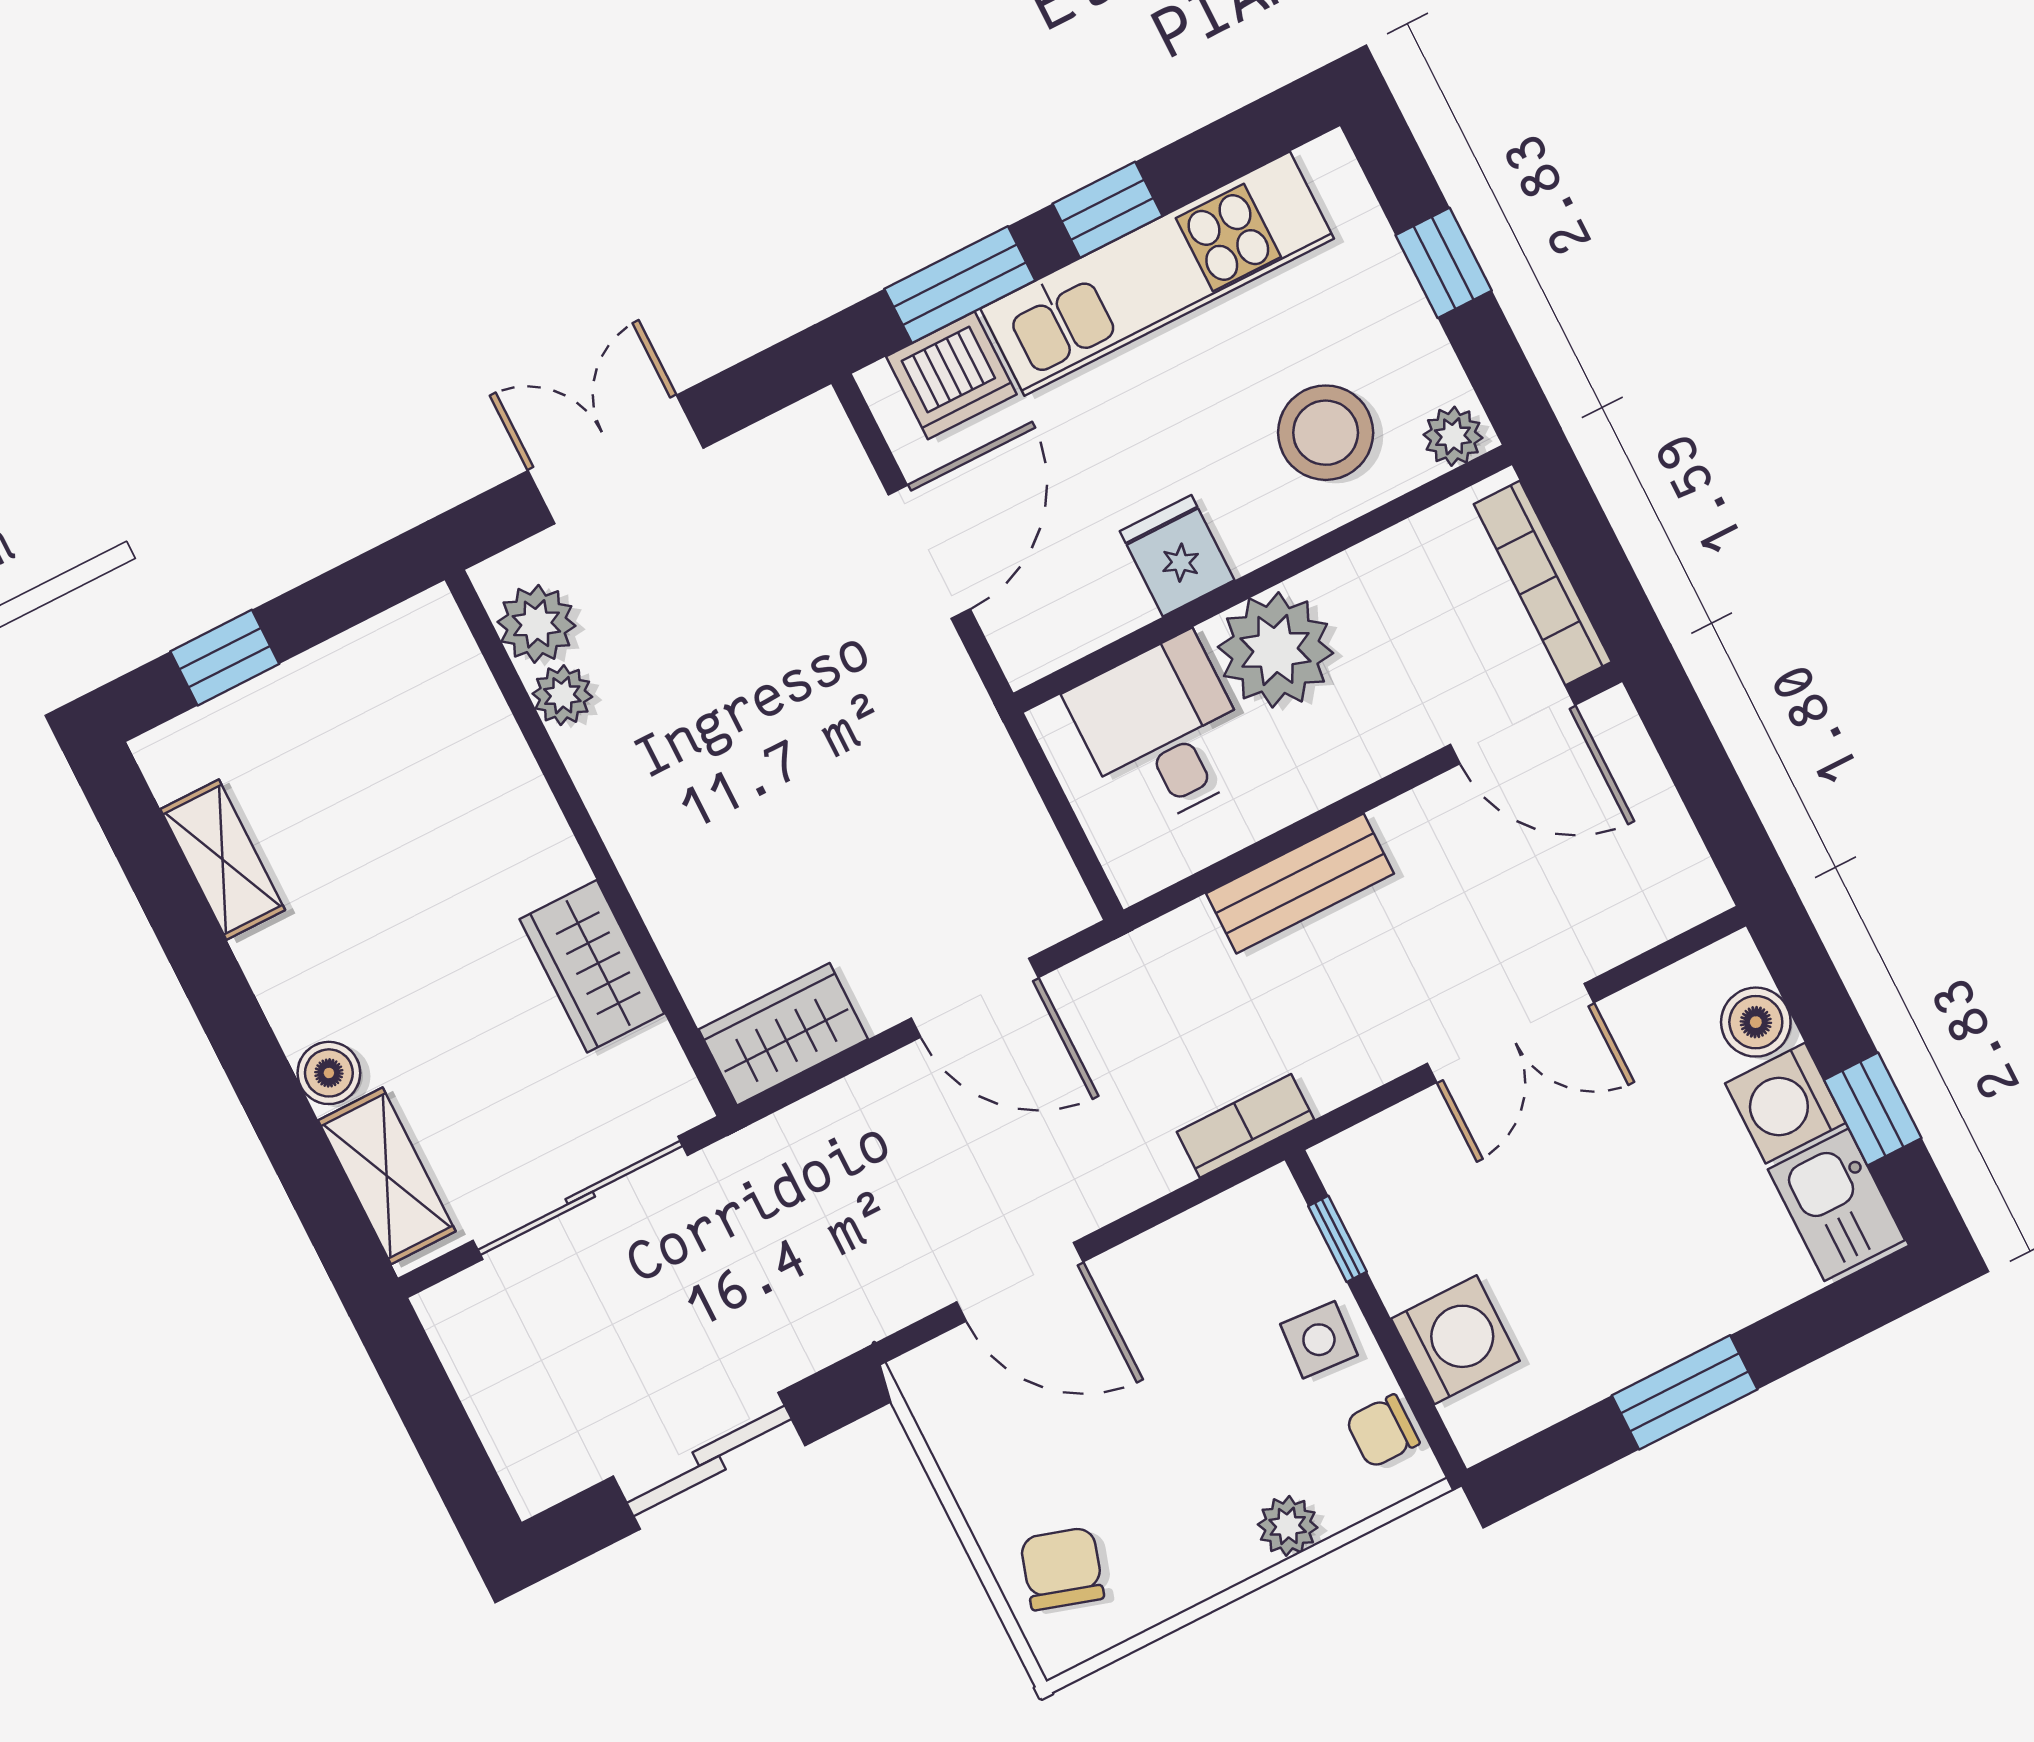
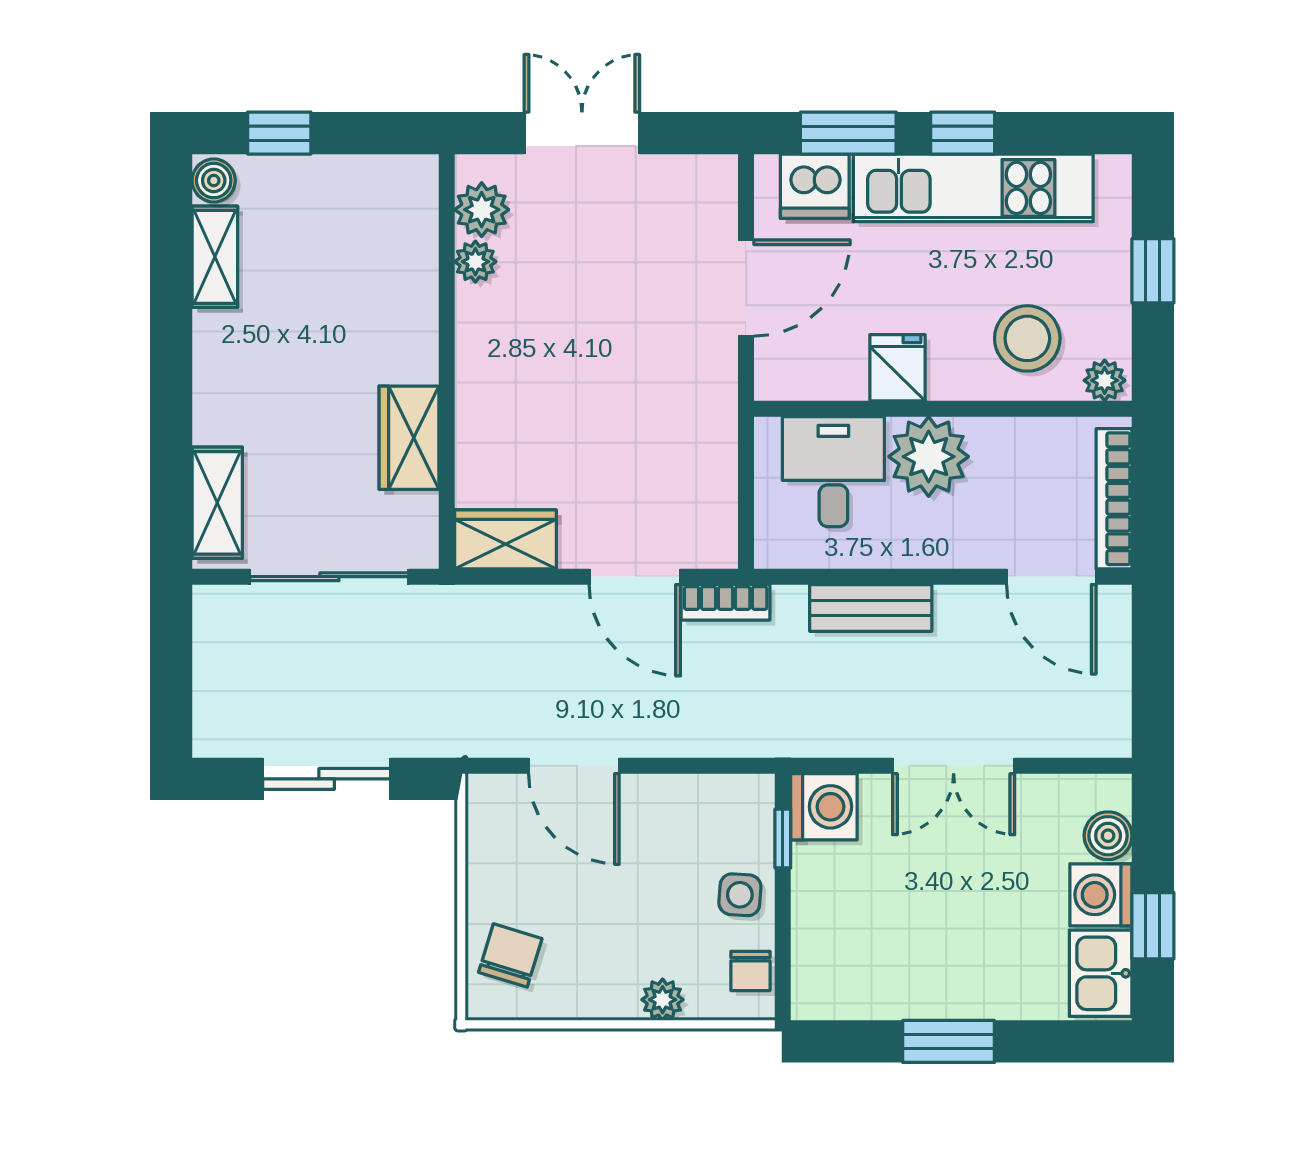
boiler: (329, 1073) -> (214, 180), moved
bookcase: (1246, 1126) -> (726, 602), moved, turned 180
washing machine: (1455, 1340) -> (824, 807), moved
chair: (1383, 1431) -> (750, 971), turned -90

